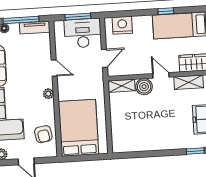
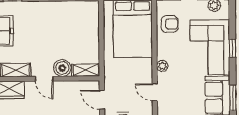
door: (104, 58) -> (102, 100), hinge flipped
armchair: (43, 134) -> (170, 24), turned 100

